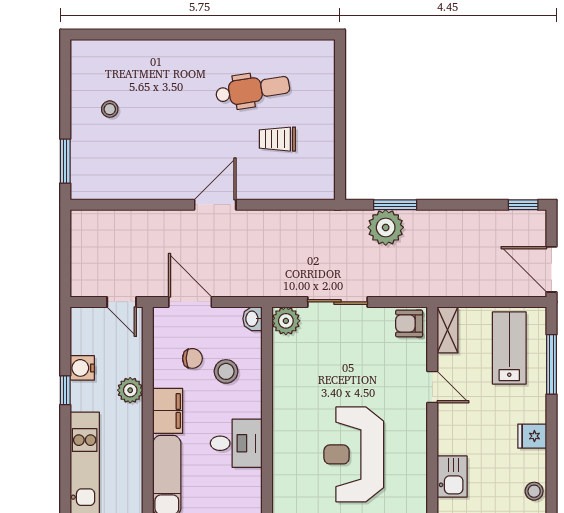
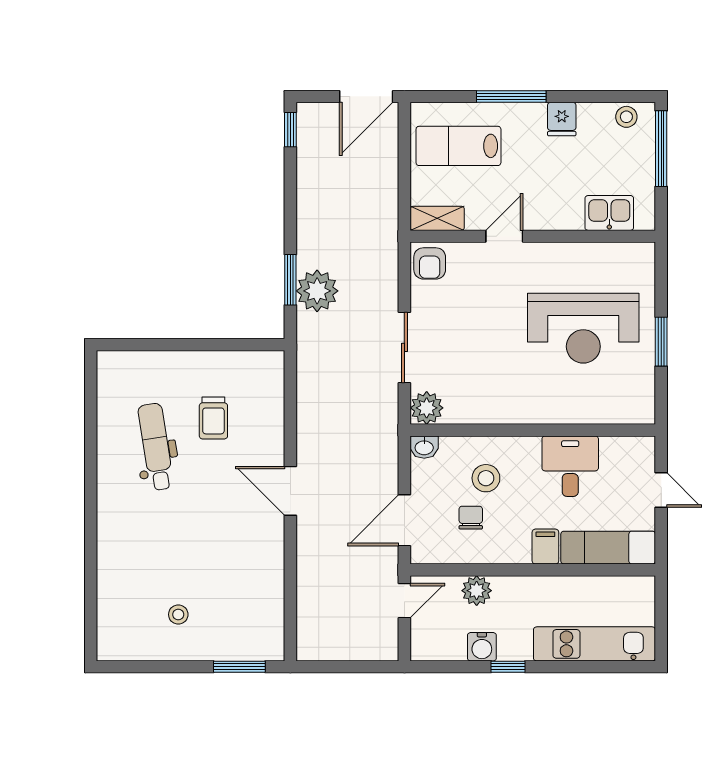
window: (551, 364) -> (511, 96), moved
plant: (130, 390) -> (477, 591), moved
filing cabinet: (168, 411) -> (545, 547), width x0.50

